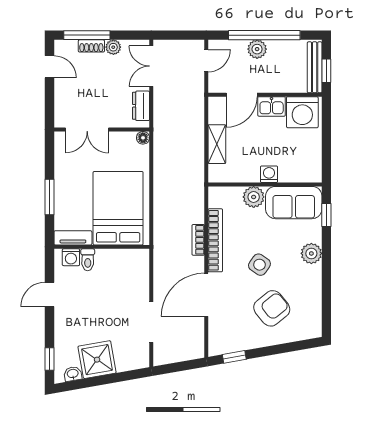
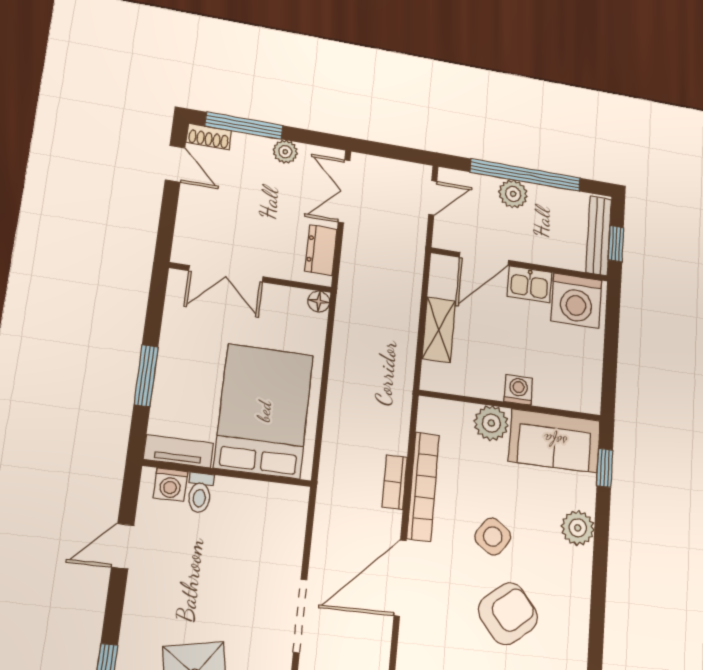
shoe rack: (91, 46) -> (209, 137), moved

